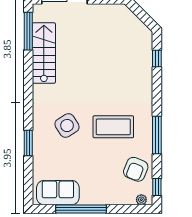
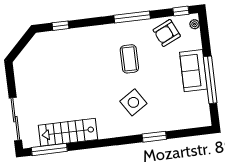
coffee table: (113, 127) -> (129, 59), width x0.73, depth x0.76
armchair: (136, 169) -> (167, 33), turned 133
sofa: (58, 193) -> (193, 71), moved

